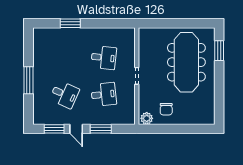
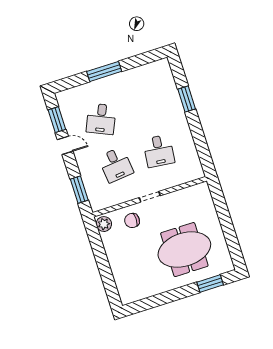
meeting table: (186, 62) -> (184, 250), width x0.73
chair: (166, 109) -> (132, 221), moved
door: (76, 129) -> (65, 145), swing flipped
window: (101, 129) -> (79, 190), moved

